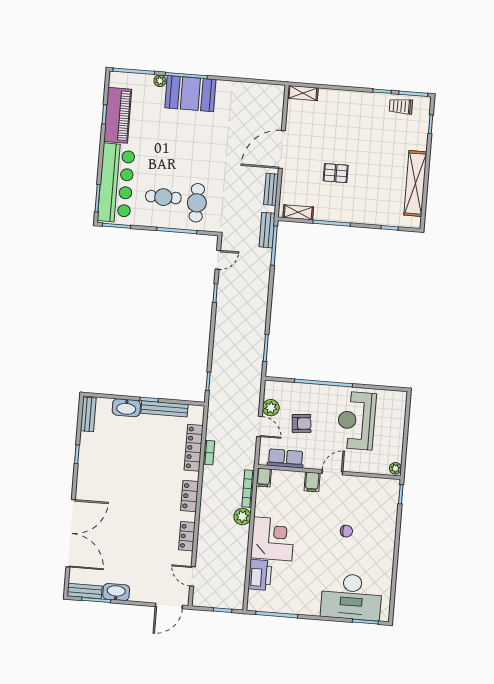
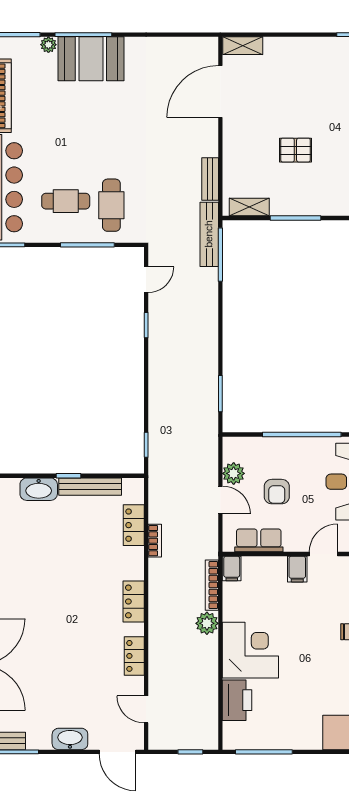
door: (282, 150) -> (220, 91), moved
bench: (267, 230) -> (209, 234), width x1.36
armchair: (302, 424) -> (277, 492), turned 95
locker: (194, 448) -> (134, 525), width x0.66
washbasin: (116, 592) -> (70, 739), moved
door: (169, 606) -> (118, 752), hinge flipped

